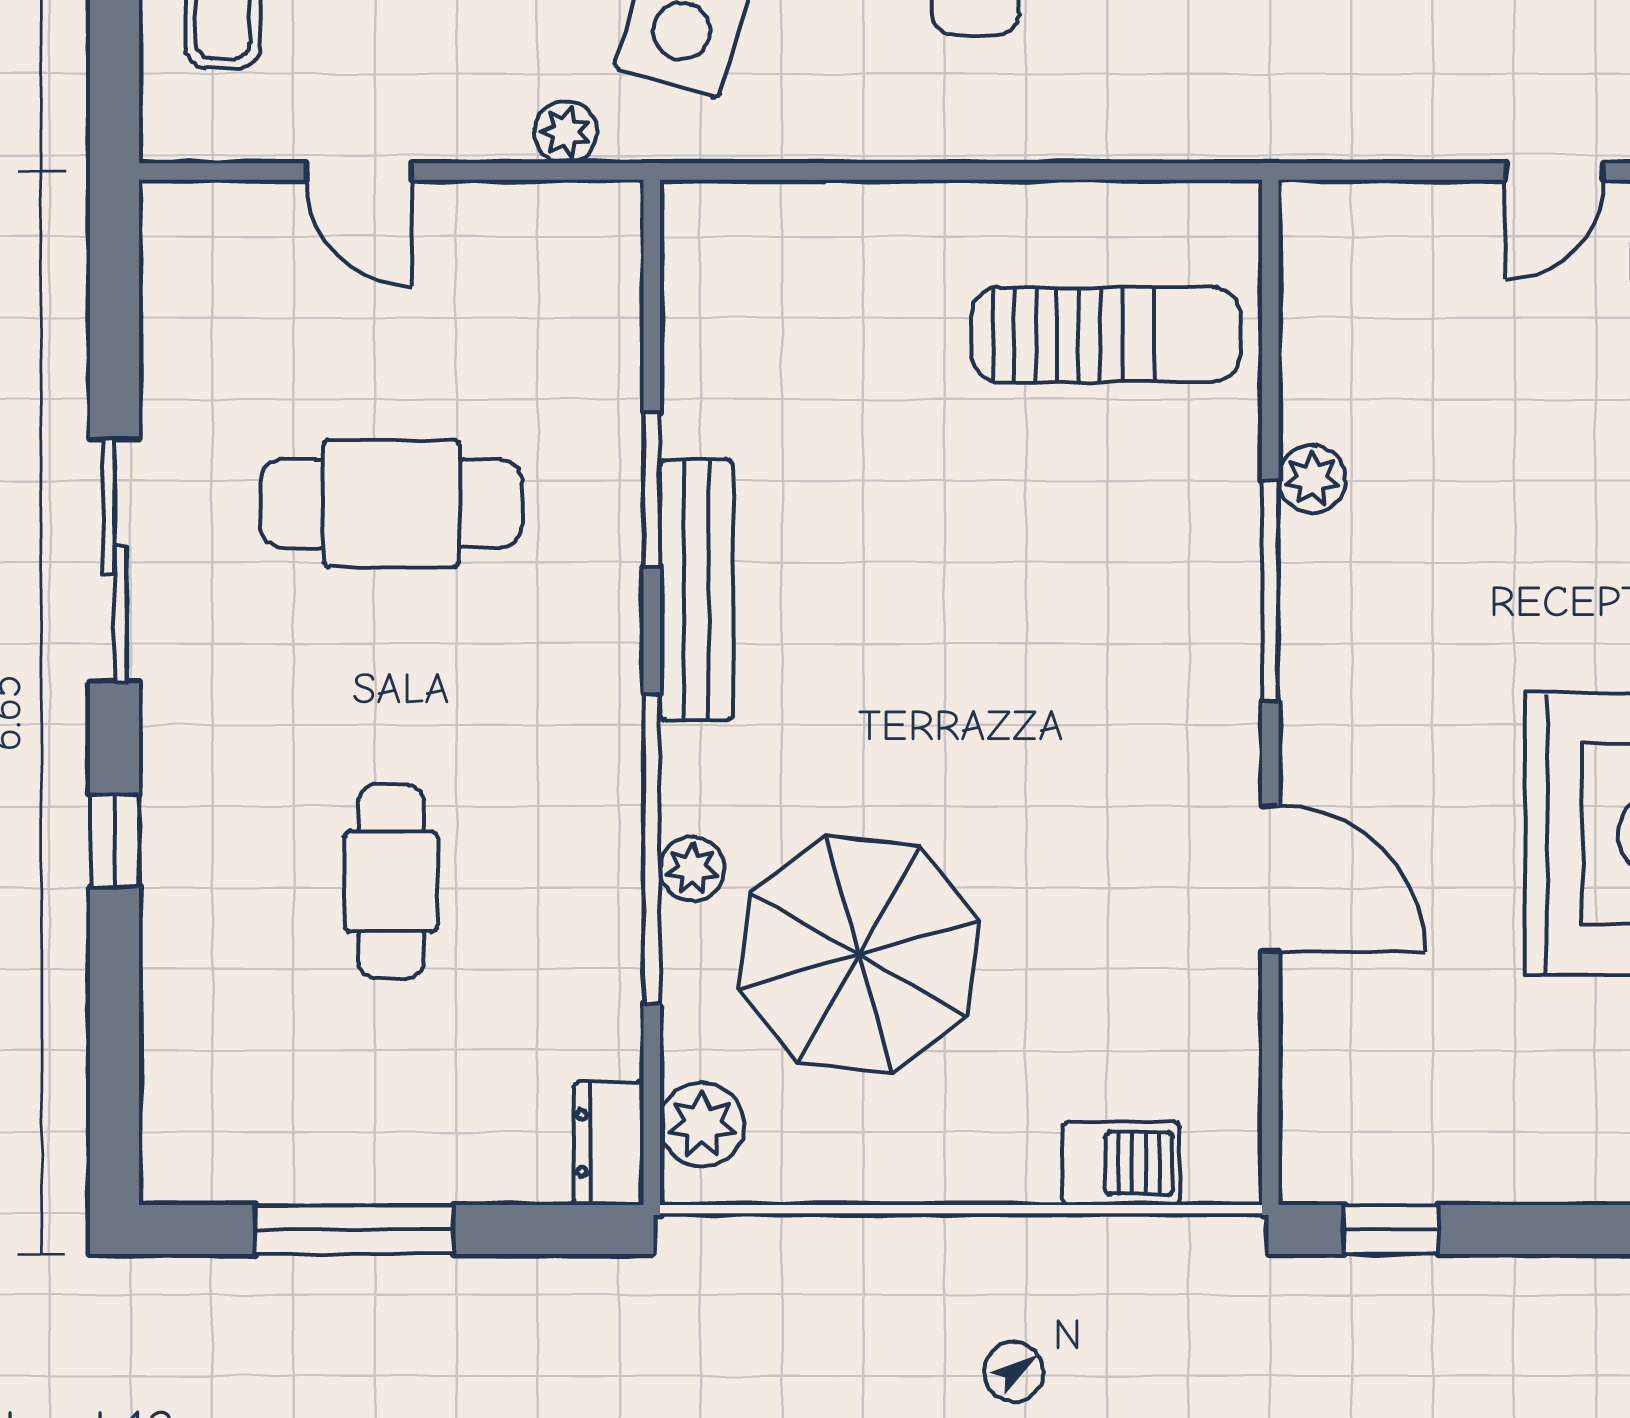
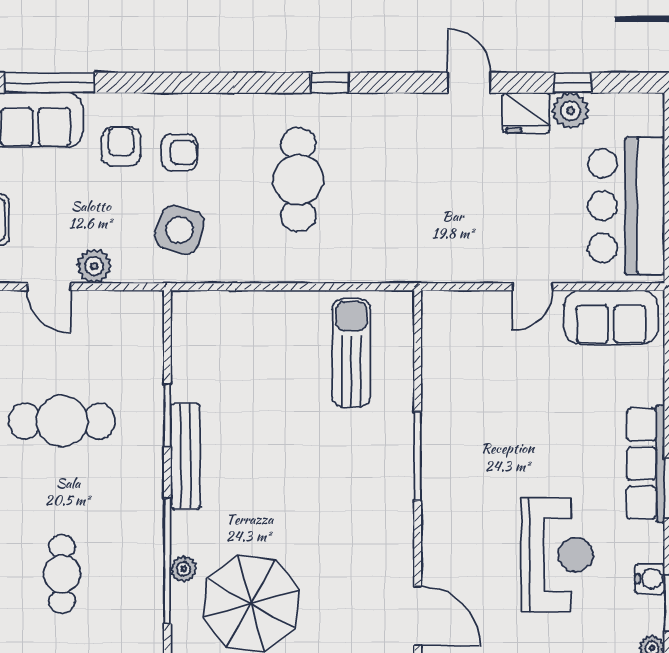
plant: (566, 132) -> (94, 266), moved, width x1.38, depth x1.38
sun lounger: (1106, 335) -> (351, 353), turned -90
plant: (1312, 479) -> (435, 411), removed
door: (1270, 879) -> (418, 616), moved

